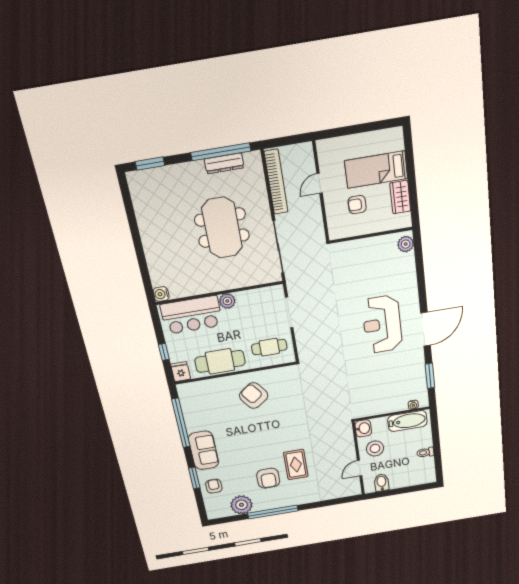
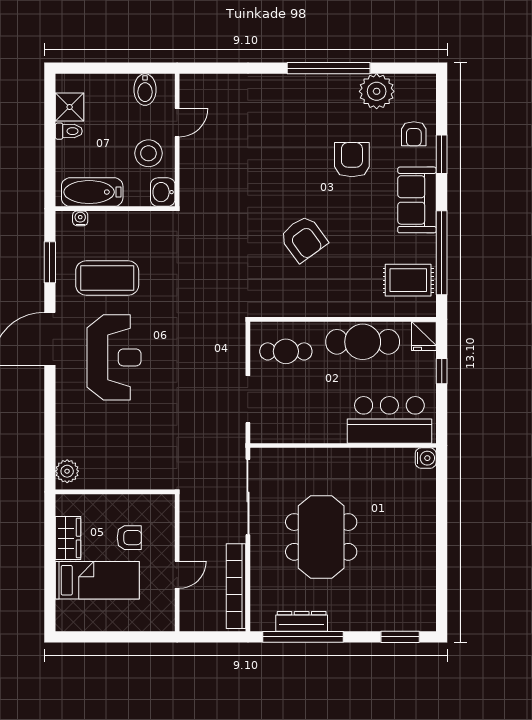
plant: (227, 301) -> (334, 432), removed
coffee table: (392, 373) -> (107, 278), added
armchair: (254, 396) -> (304, 239), moved
rug: (296, 465) -> (408, 280), moved, turned 90
shower: (426, 466) -> (70, 107), added
armchair: (268, 478) -> (352, 160), moved

